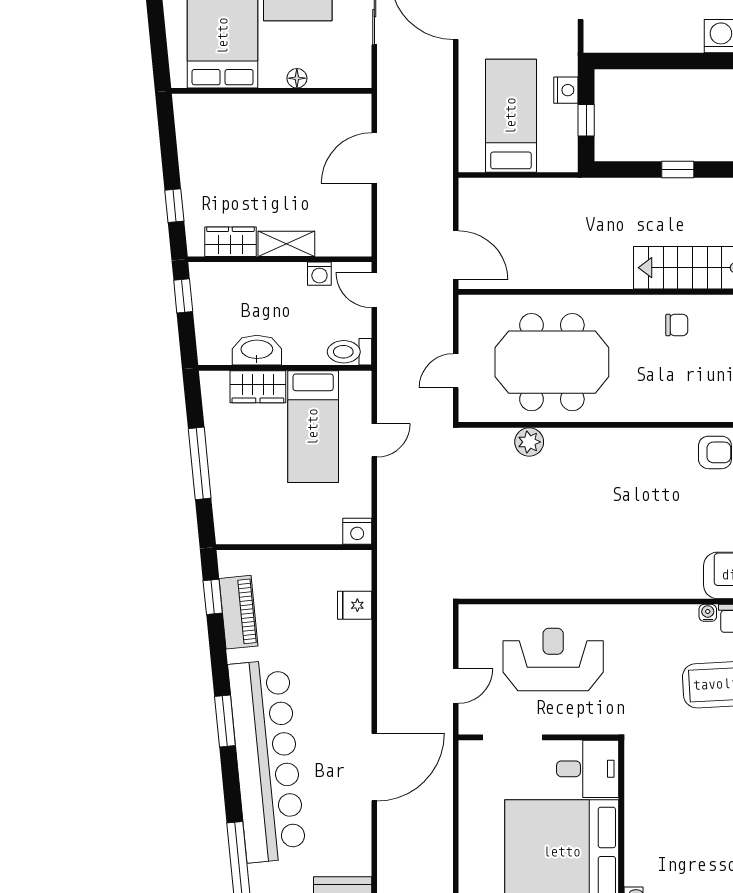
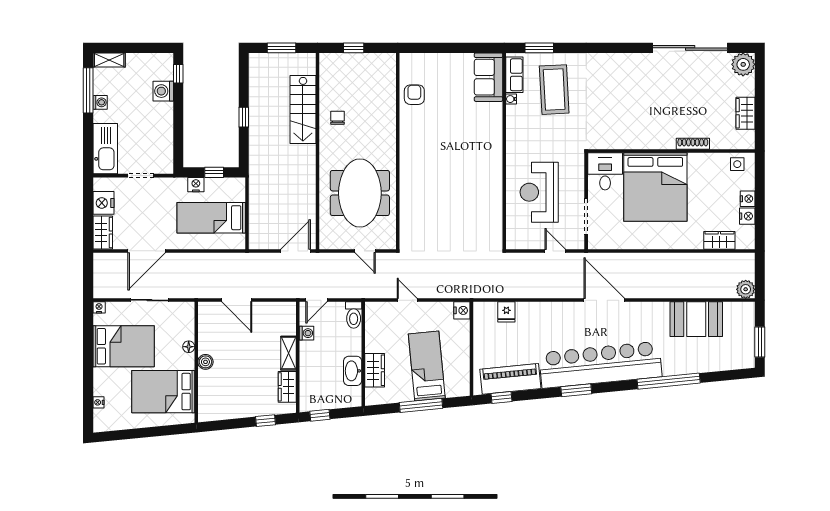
boiler: (272, 106) -> (205, 362), added
bed: (313, 427) -> (427, 366), moved, turned -96
plant: (529, 442) -> (408, 207), removed
piano: (238, 612) -> (510, 379), width x1.37, depth x1.33

